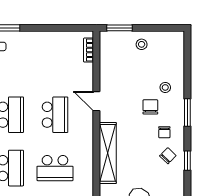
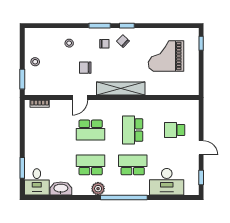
chair: (150, 107) -> (85, 68), moved
window: (187, 113) -> (100, 26), moved
school desk: (55, 115) -> (91, 130), turned 180
school desk: (55, 168) -> (133, 130), turned 180

